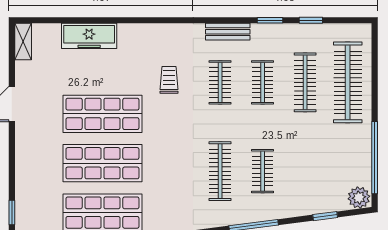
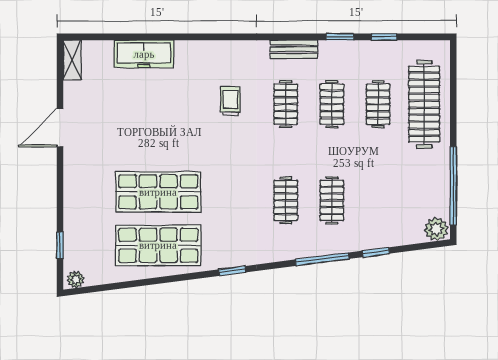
clothes rail: (305, 82) -> (378, 104), width x0.73
shop shelf: (102, 114) -> (158, 138), removed
clothes rail: (220, 171) -> (286, 200), width x0.73
window: (325, 216) -> (376, 252), moved

